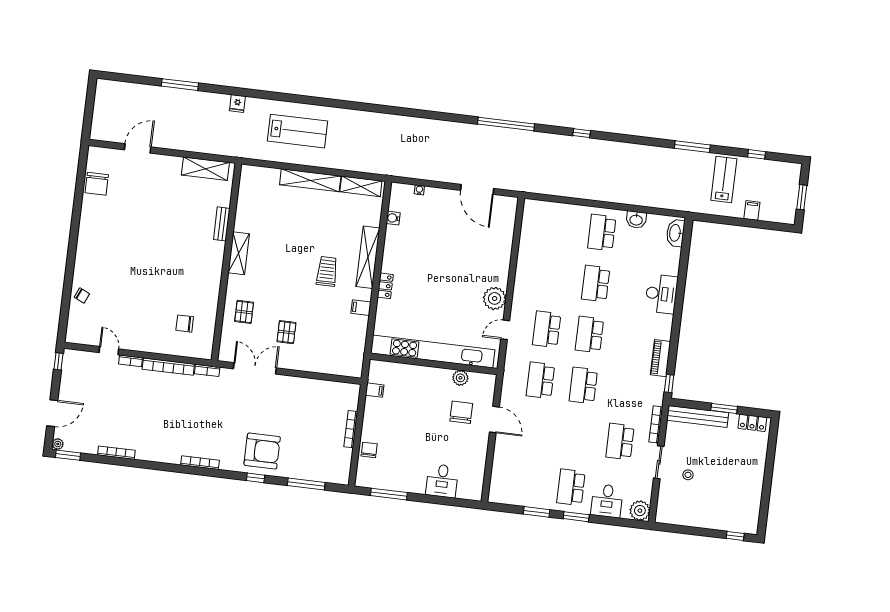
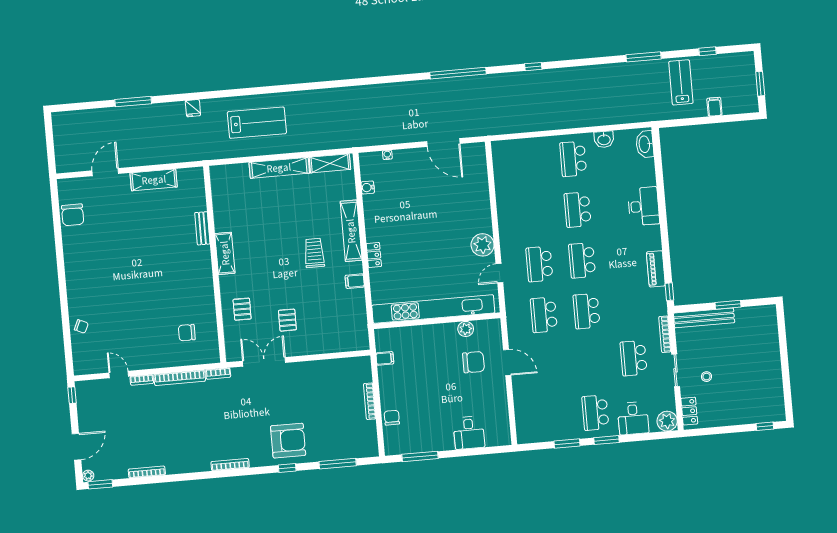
shelving: (205, 169) -> (154, 180), moved
chair: (461, 412) -> (473, 362), turned 90
locker: (752, 423) -> (689, 411), moved, turned -90

